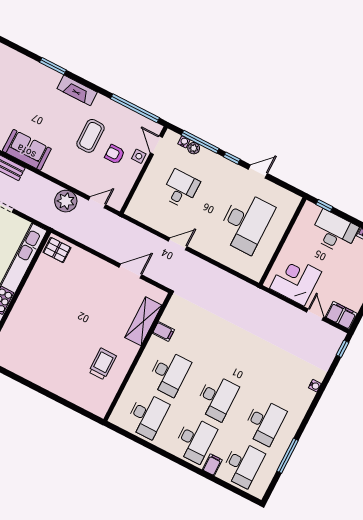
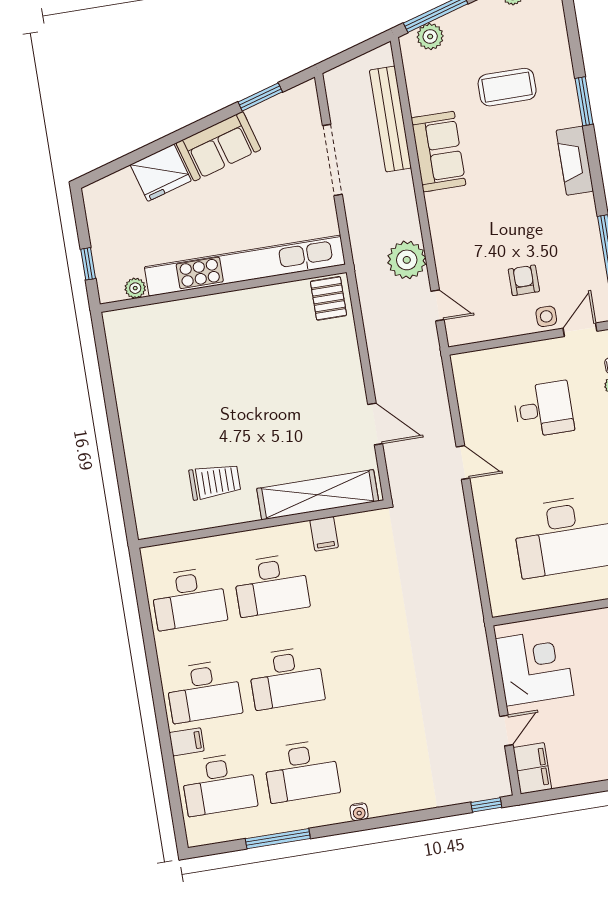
coffee table: (91, 136) -> (507, 87), moved
shelving: (143, 321) -> (318, 495), width x1.47
water cooler: (315, 386) -> (359, 812), moved

